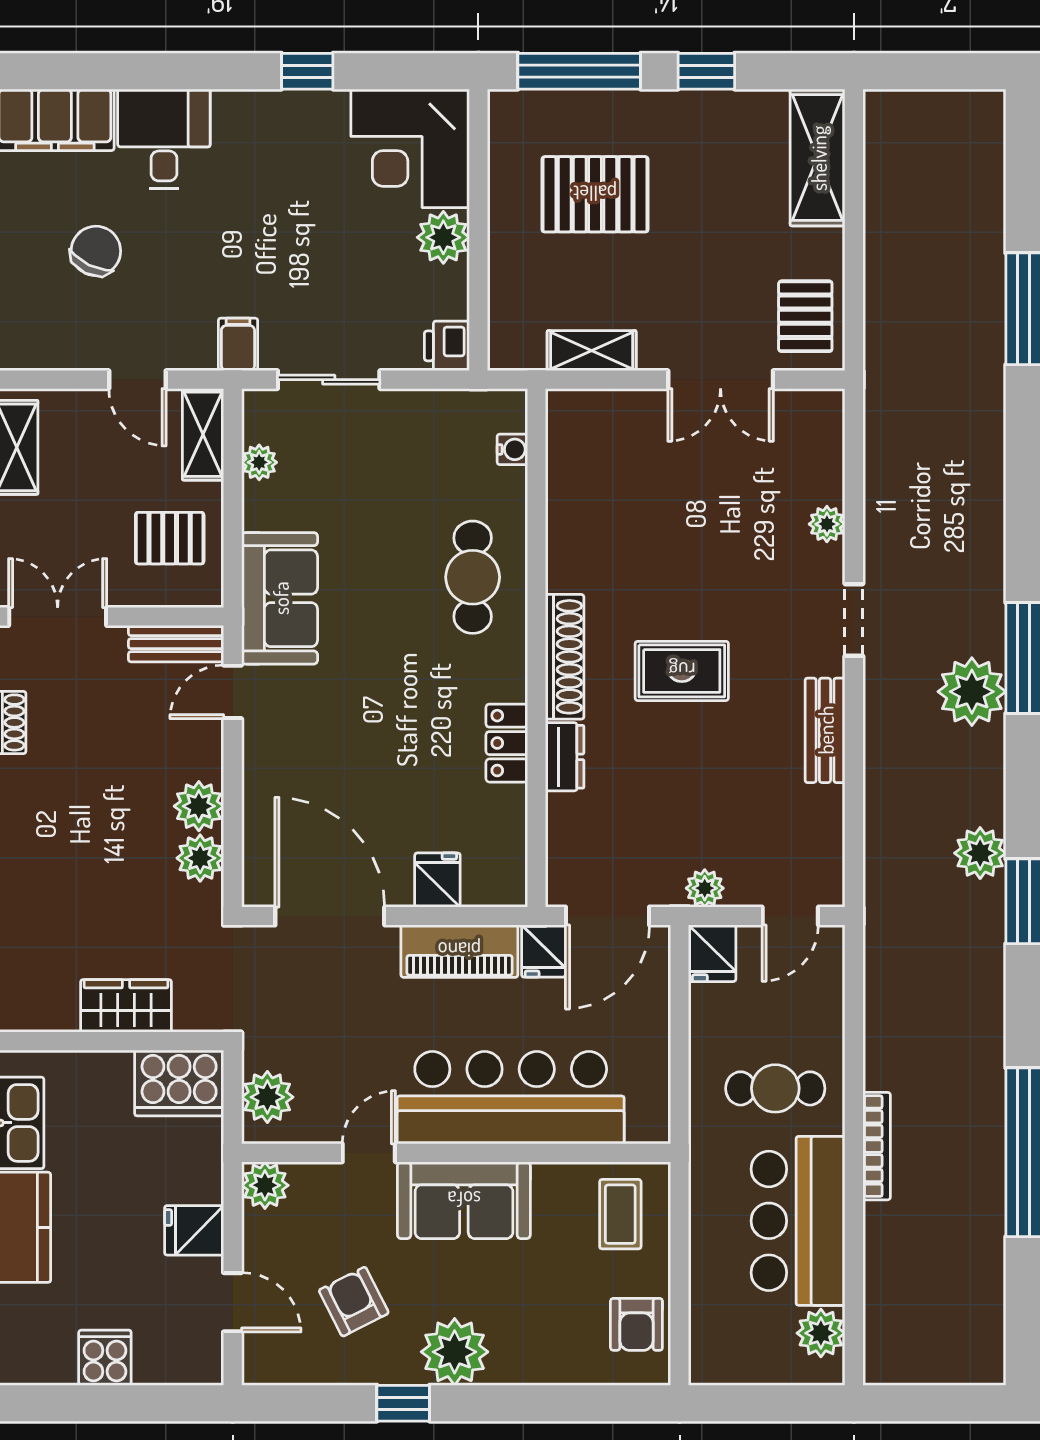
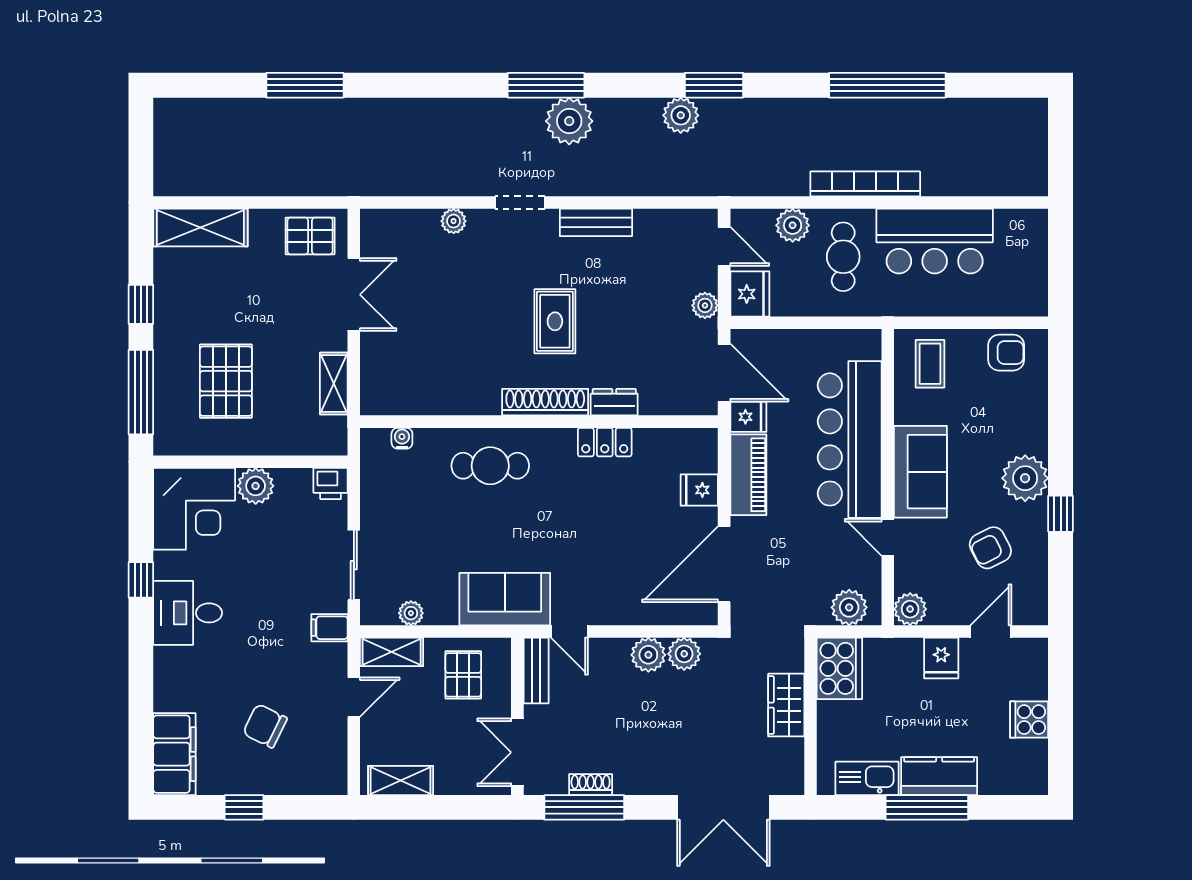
desk: (164, 139) -> (188, 613), moved
fridge: (712, 953) -> (750, 294), width x1.38
bookcase: (877, 1146) -> (865, 184), width x1.48, depth x1.31
coffee table: (620, 1214) -> (930, 364), turned 90
plant: (821, 1333) -> (793, 225), moved

